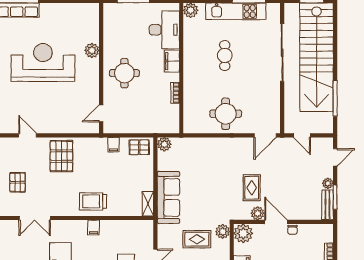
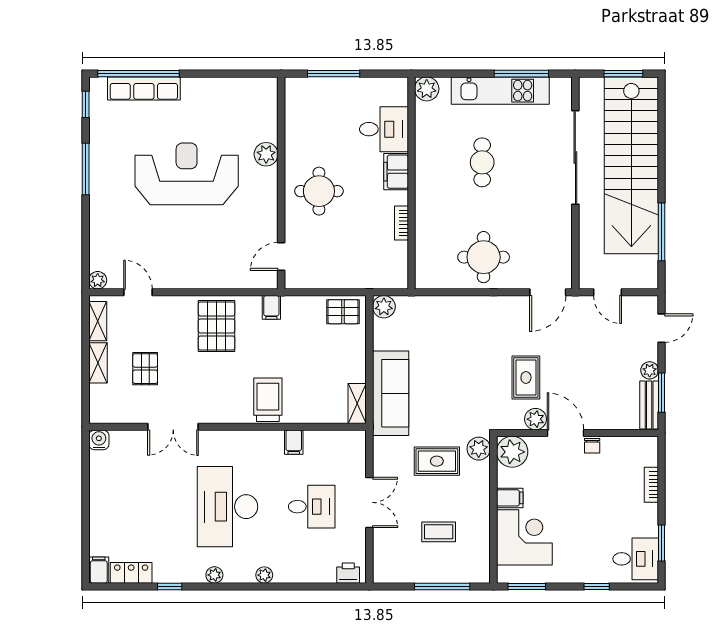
desk: (164, 30) -> (384, 129), width x0.73
door: (28, 135) -> (138, 292), moved
filing cabinet: (113, 145) -> (271, 307), moved
trolley: (93, 201) -> (268, 400), turned 90
filing cabinet: (94, 228) -> (294, 442), moved

